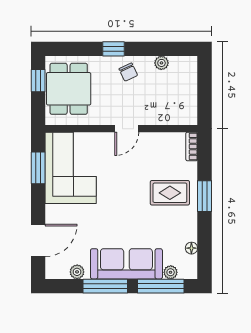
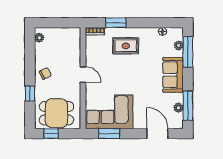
window: (114, 49) -> (30, 94), moved
plant: (161, 63) -> (39, 38), moved
rug: (170, 193) -> (126, 46), turned 90
window: (205, 196) -> (116, 23), moved
sofa: (126, 264) -> (173, 75), width x0.73
window: (105, 286) -> (188, 106), moved

